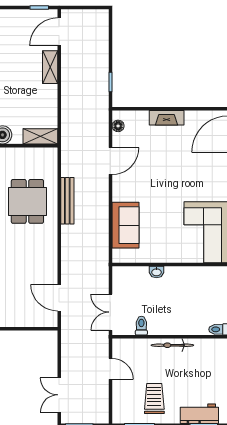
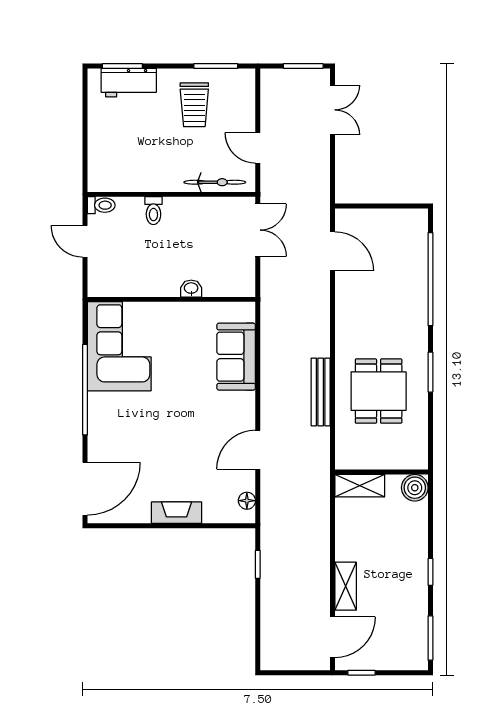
toilet: (141, 326) -> (153, 211), moved
bicycle: (172, 345) -> (215, 182), moved

